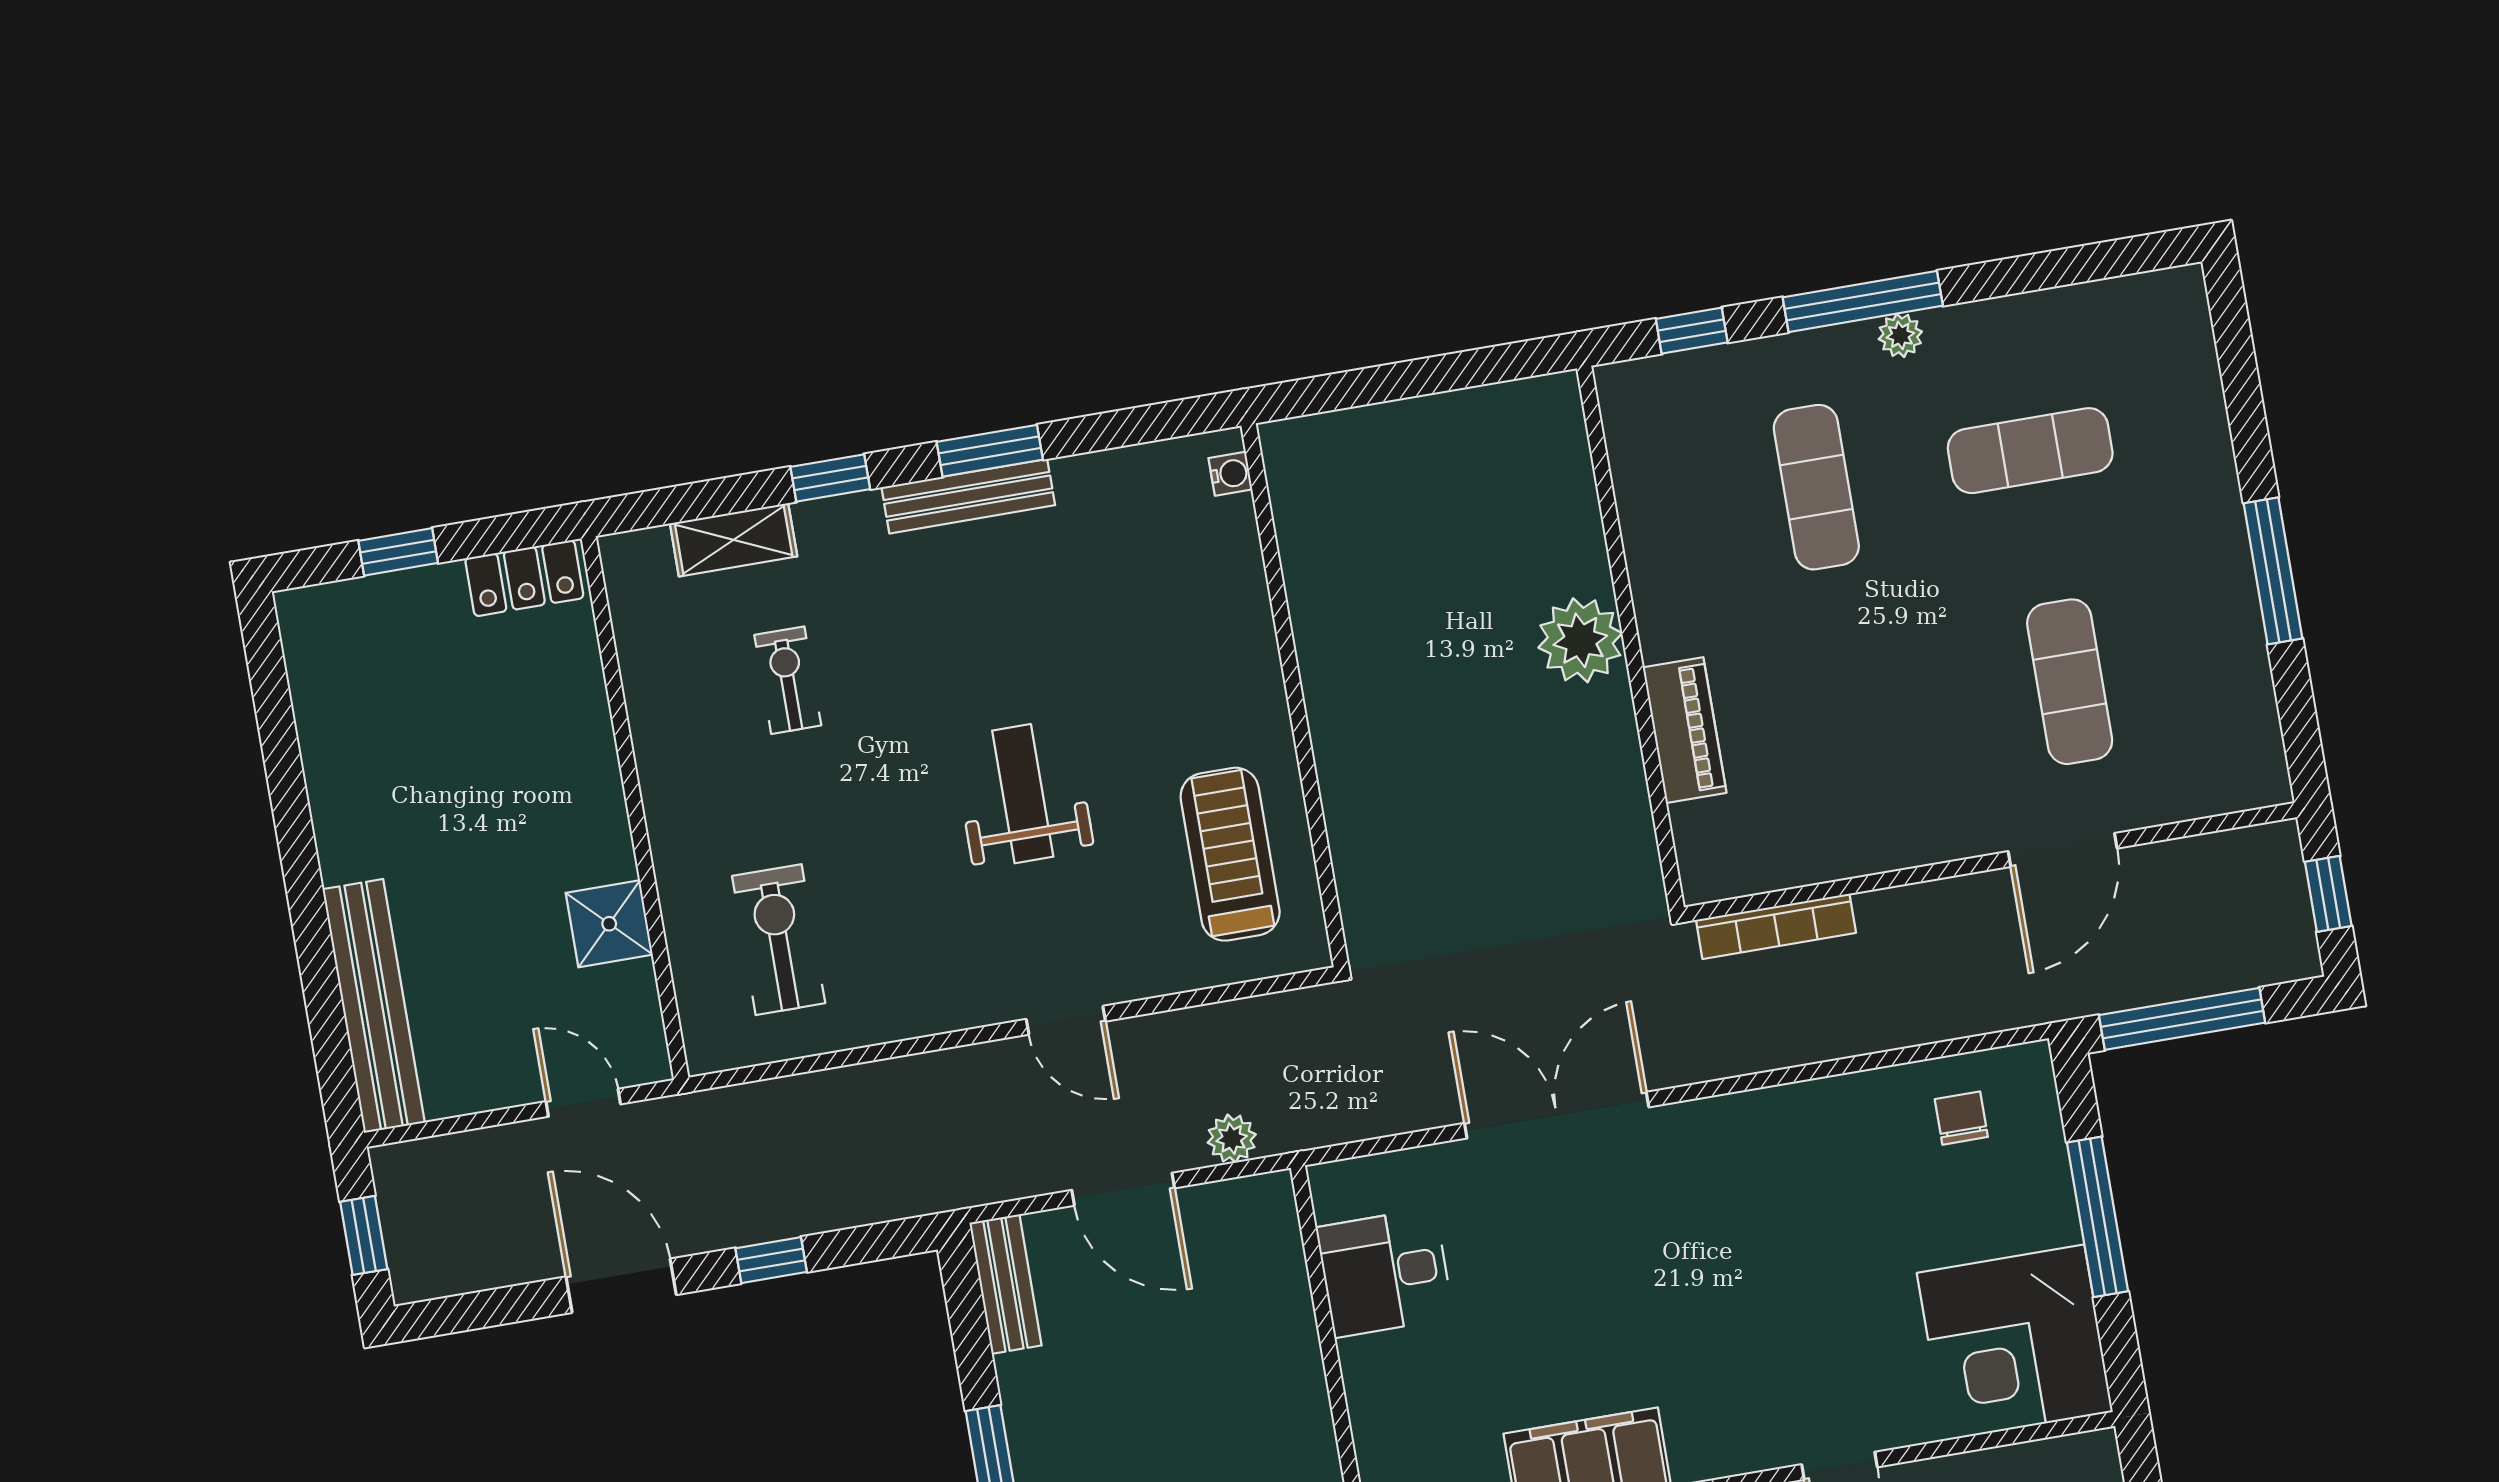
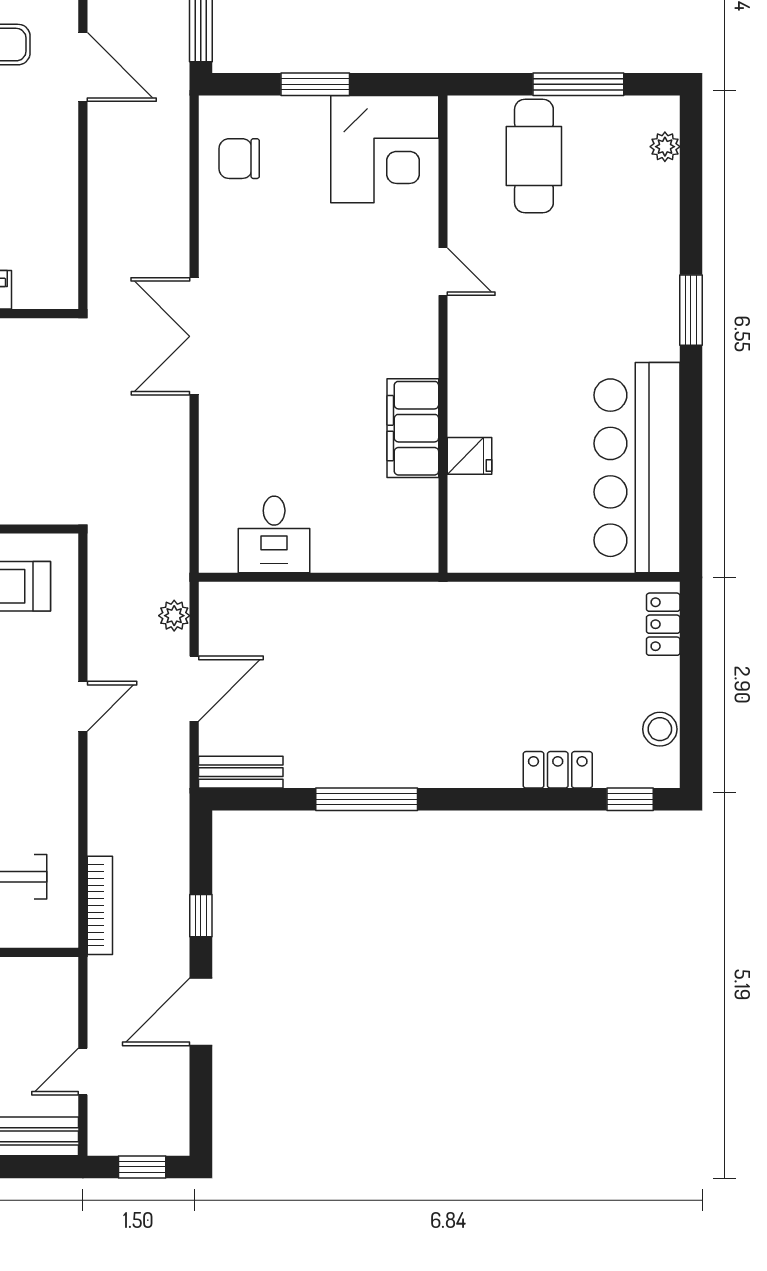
bookcase: (1776, 926) -> (100, 905), moved
door: (583, 1103) -> (83, 1072), moved
double door: (1557, 1115) -> (194, 336), moved
chair: (1961, 1118) -> (239, 159), width x1.37, depth x1.37
window: (2098, 1217) -> (315, 84), width x0.69

